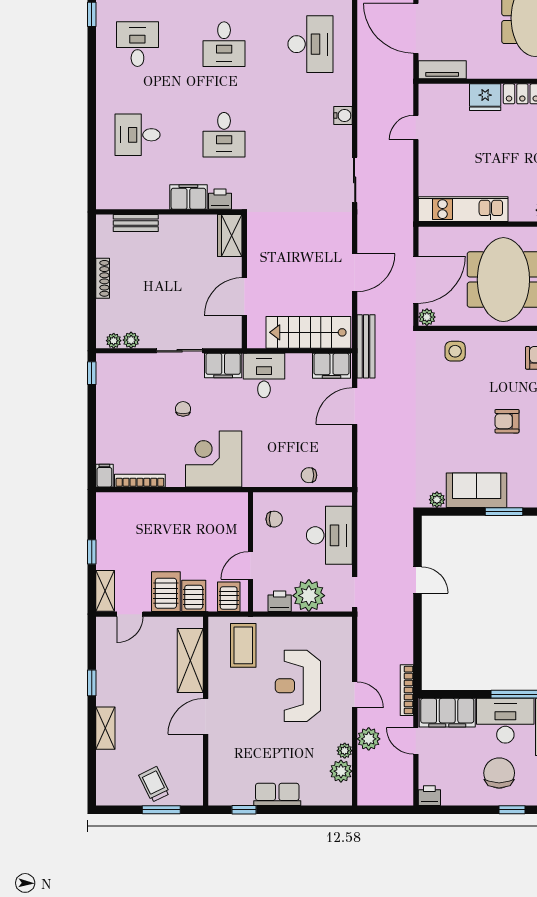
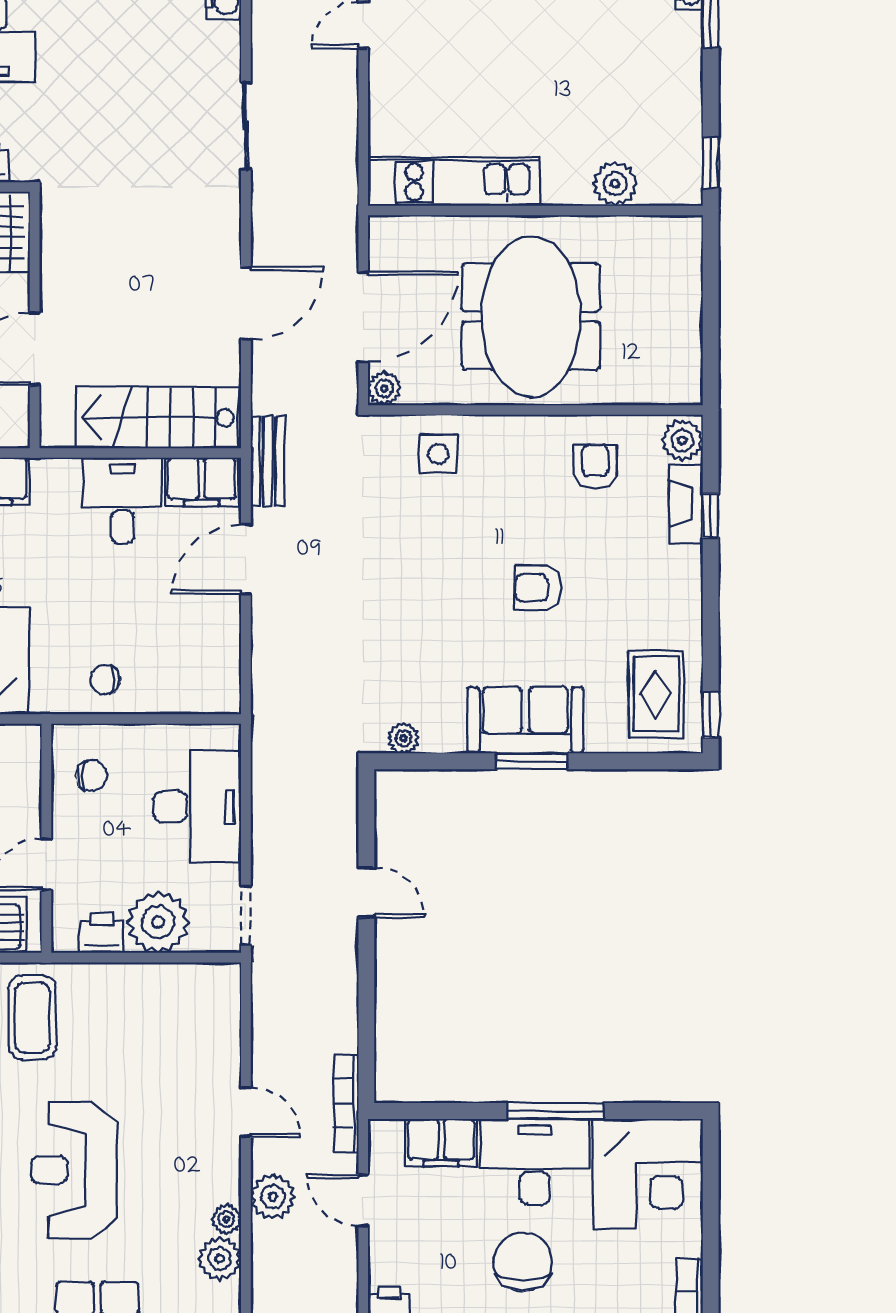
bench: (366, 346) -> (268, 461), width x0.73
desk: (264, 375) -> (122, 500), moved
chair: (309, 475) -> (105, 680), moved
sofa: (477, 490) -> (525, 720), moved
reception desk: (298, 686) -> (74, 1170), moved
filing cabinet: (447, 713) -> (441, 1143), width x0.67, depth x0.86

